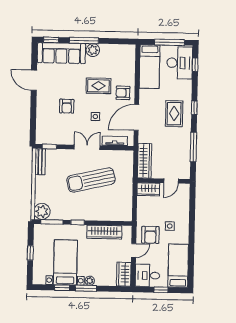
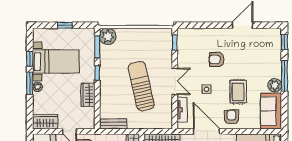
sofa: (61, 53) -> (271, 111), moved, width x0.73
bench: (40, 162) -> (113, 124), moved
wardrobe: (104, 232) -> (88, 95), width x0.67

